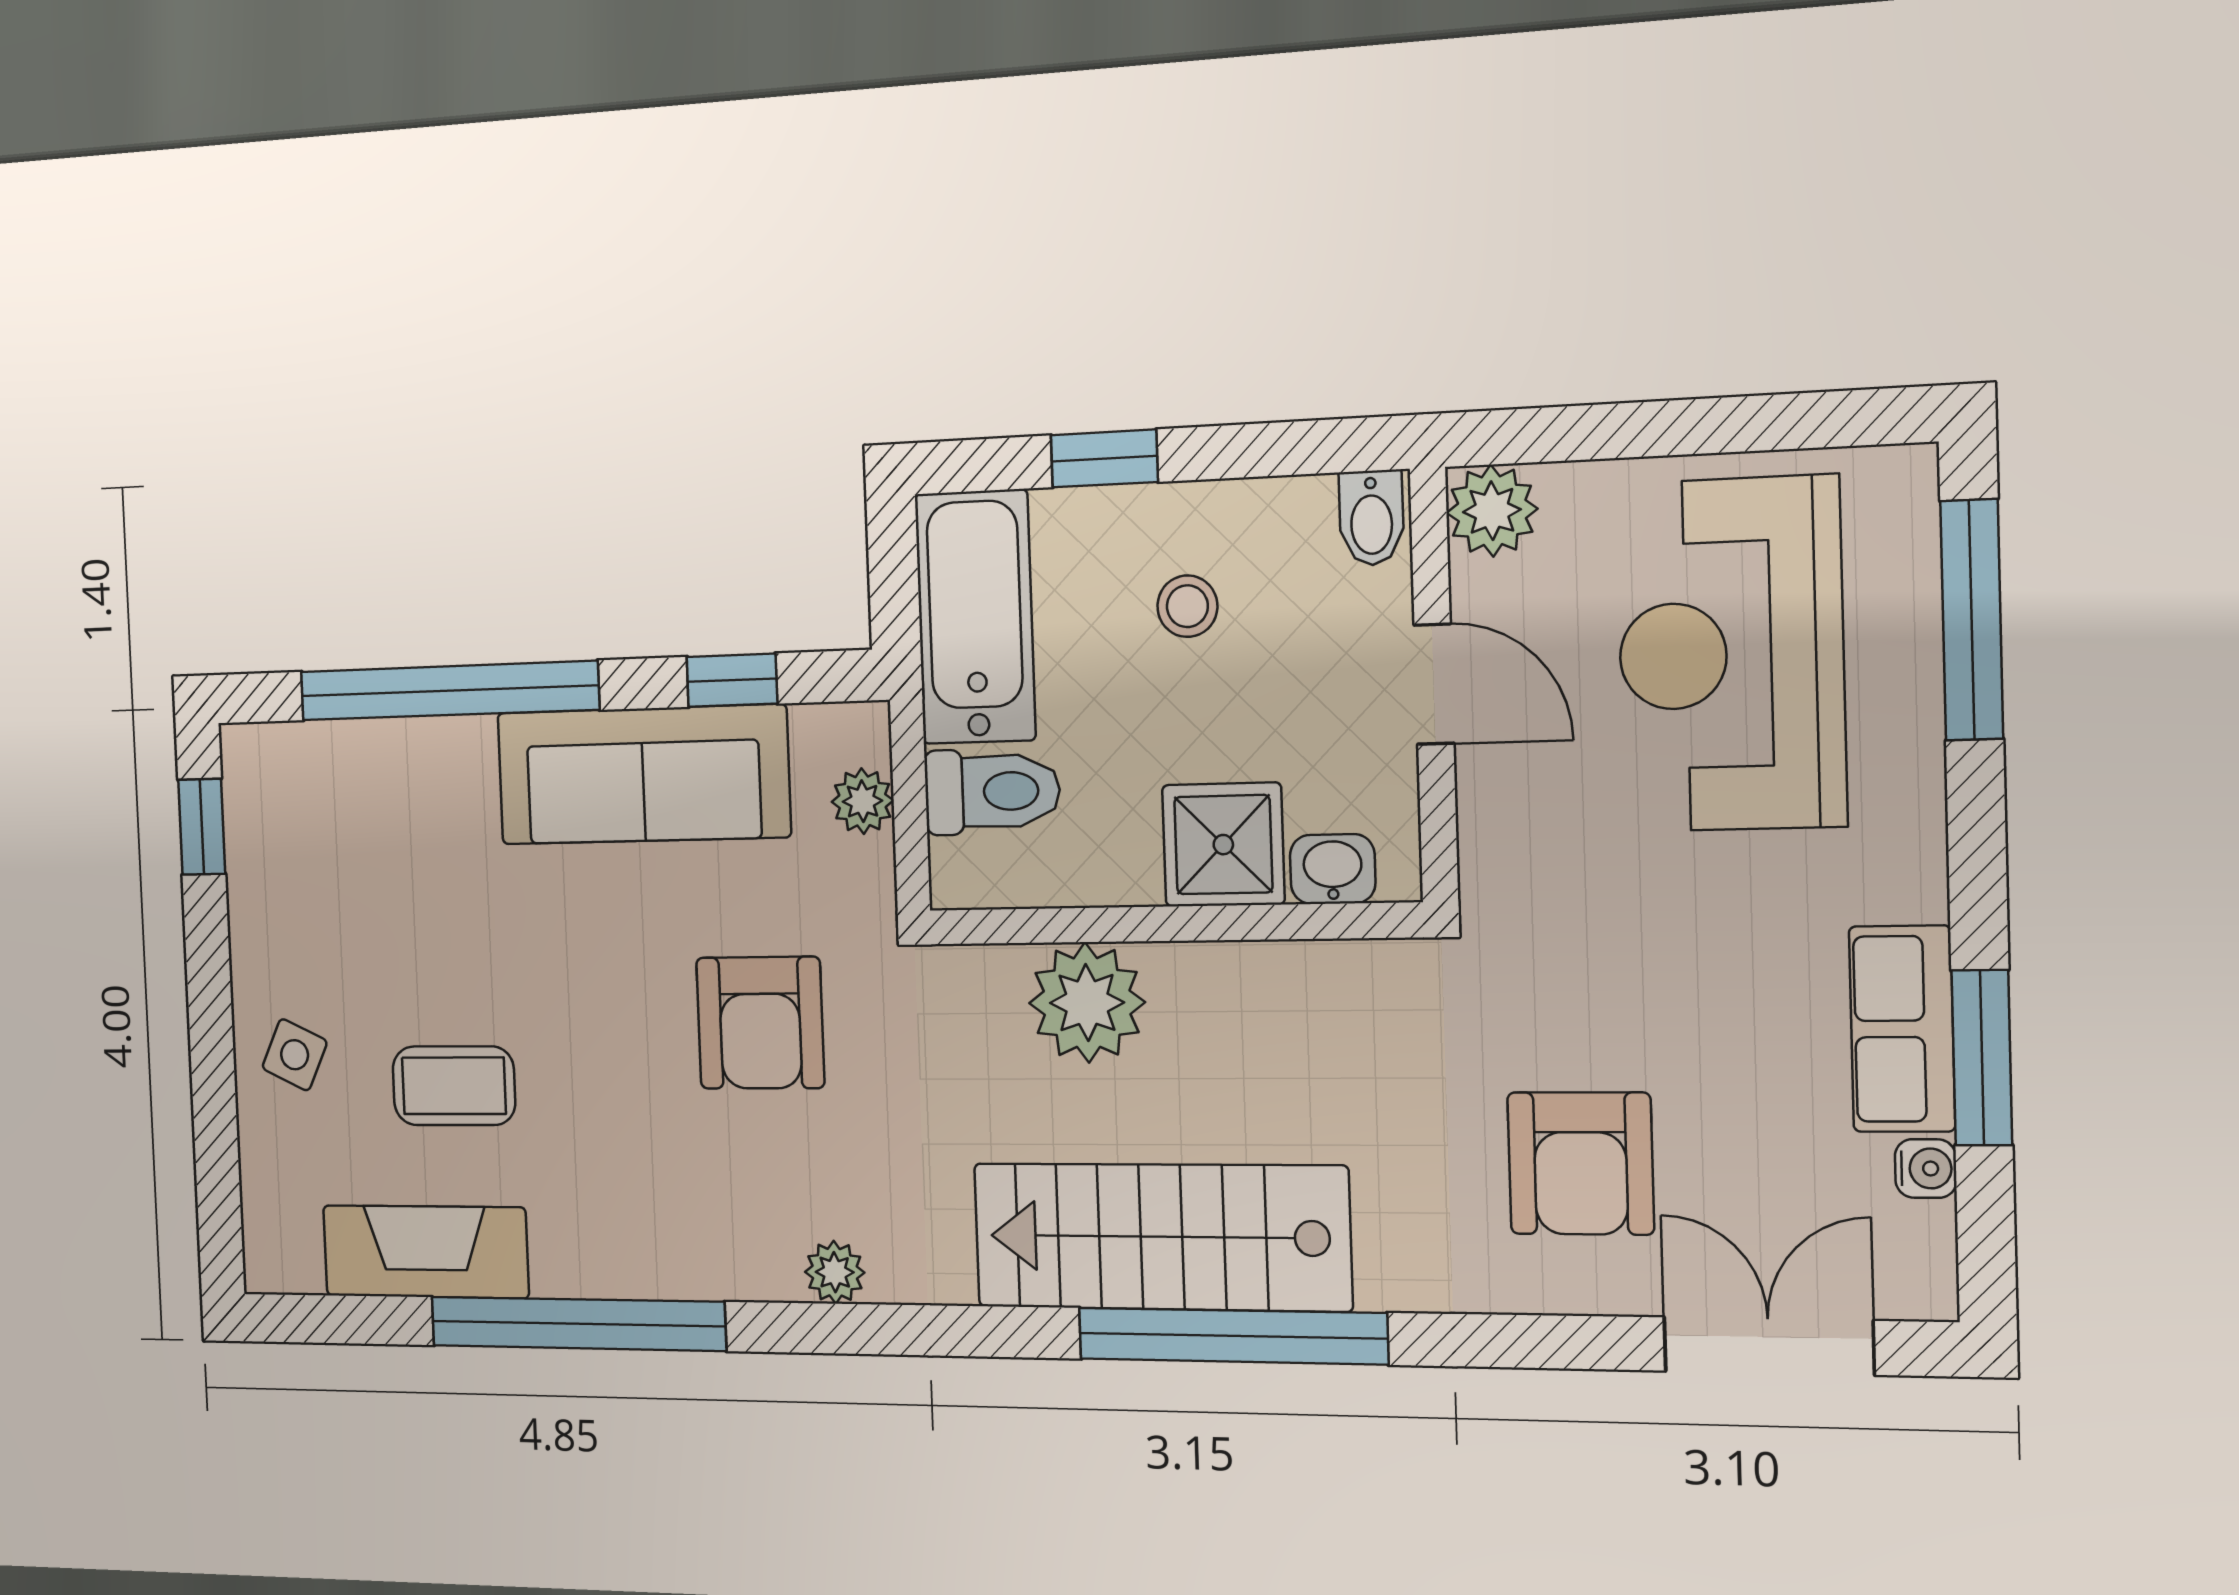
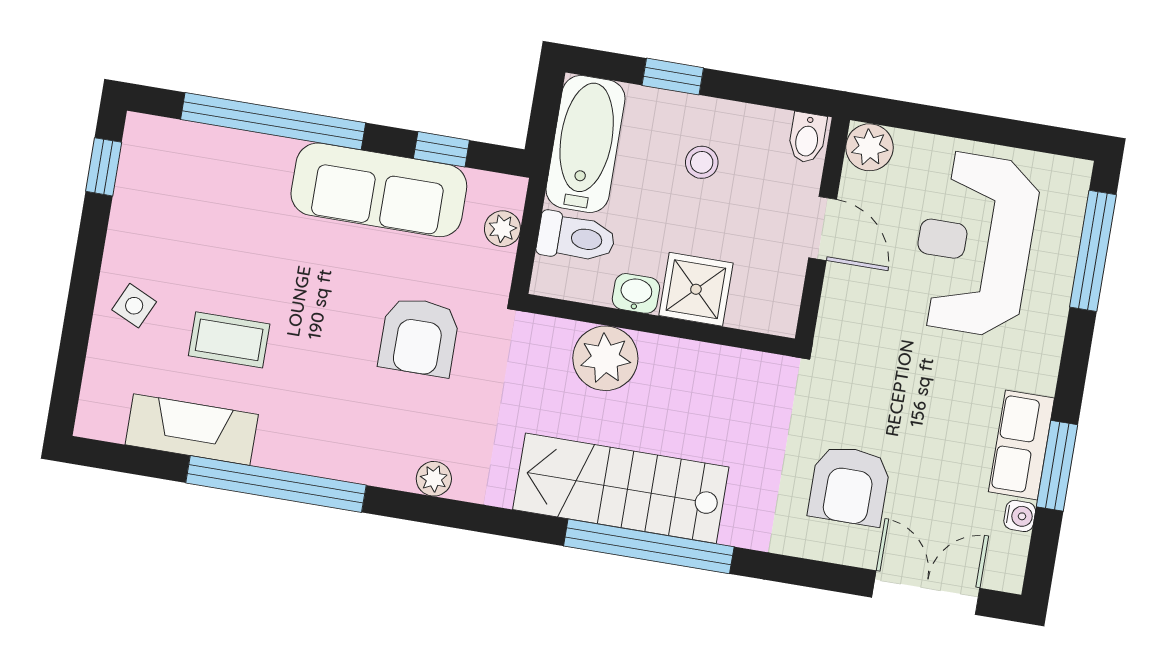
washbasin: (1333, 869) -> (636, 293), moved

